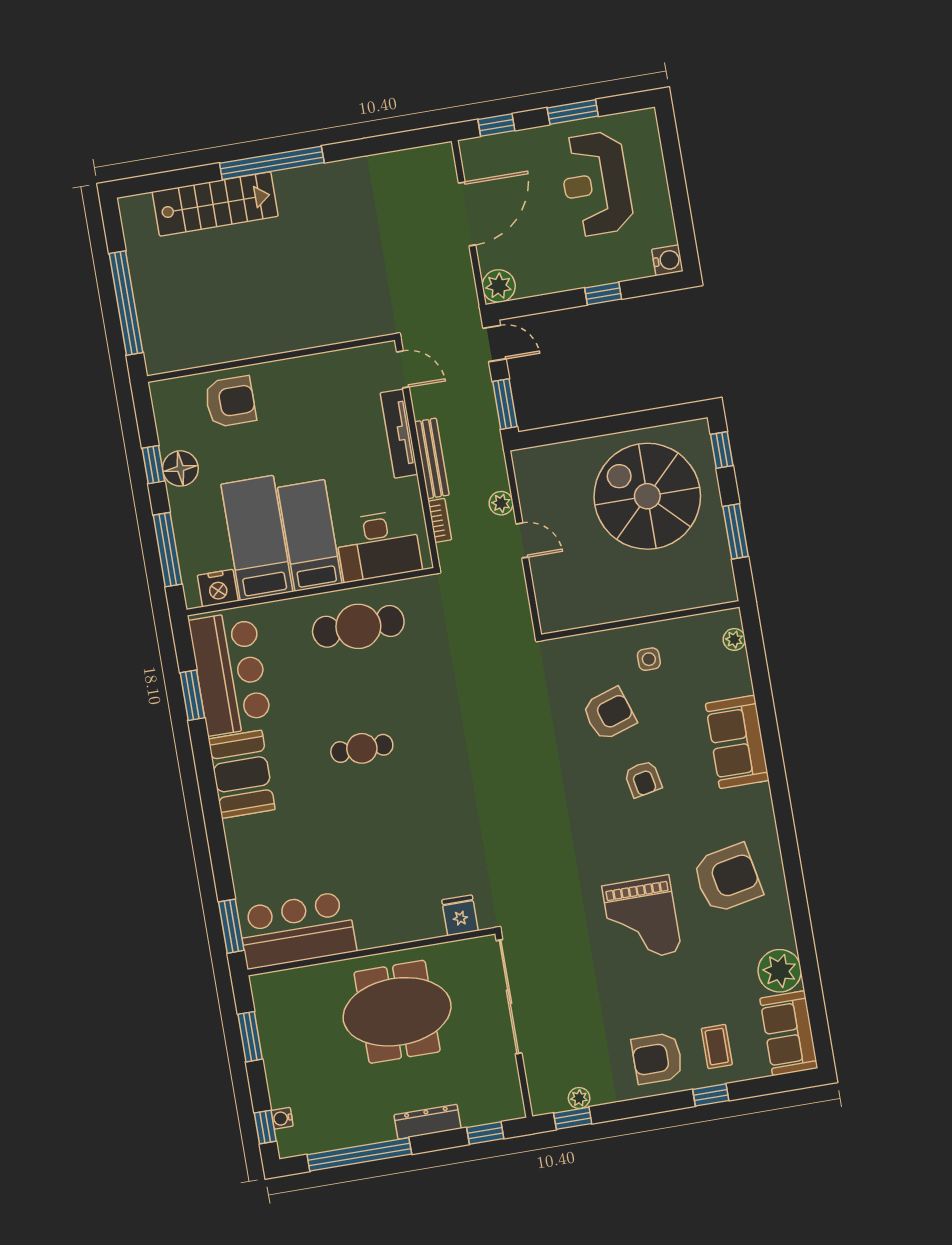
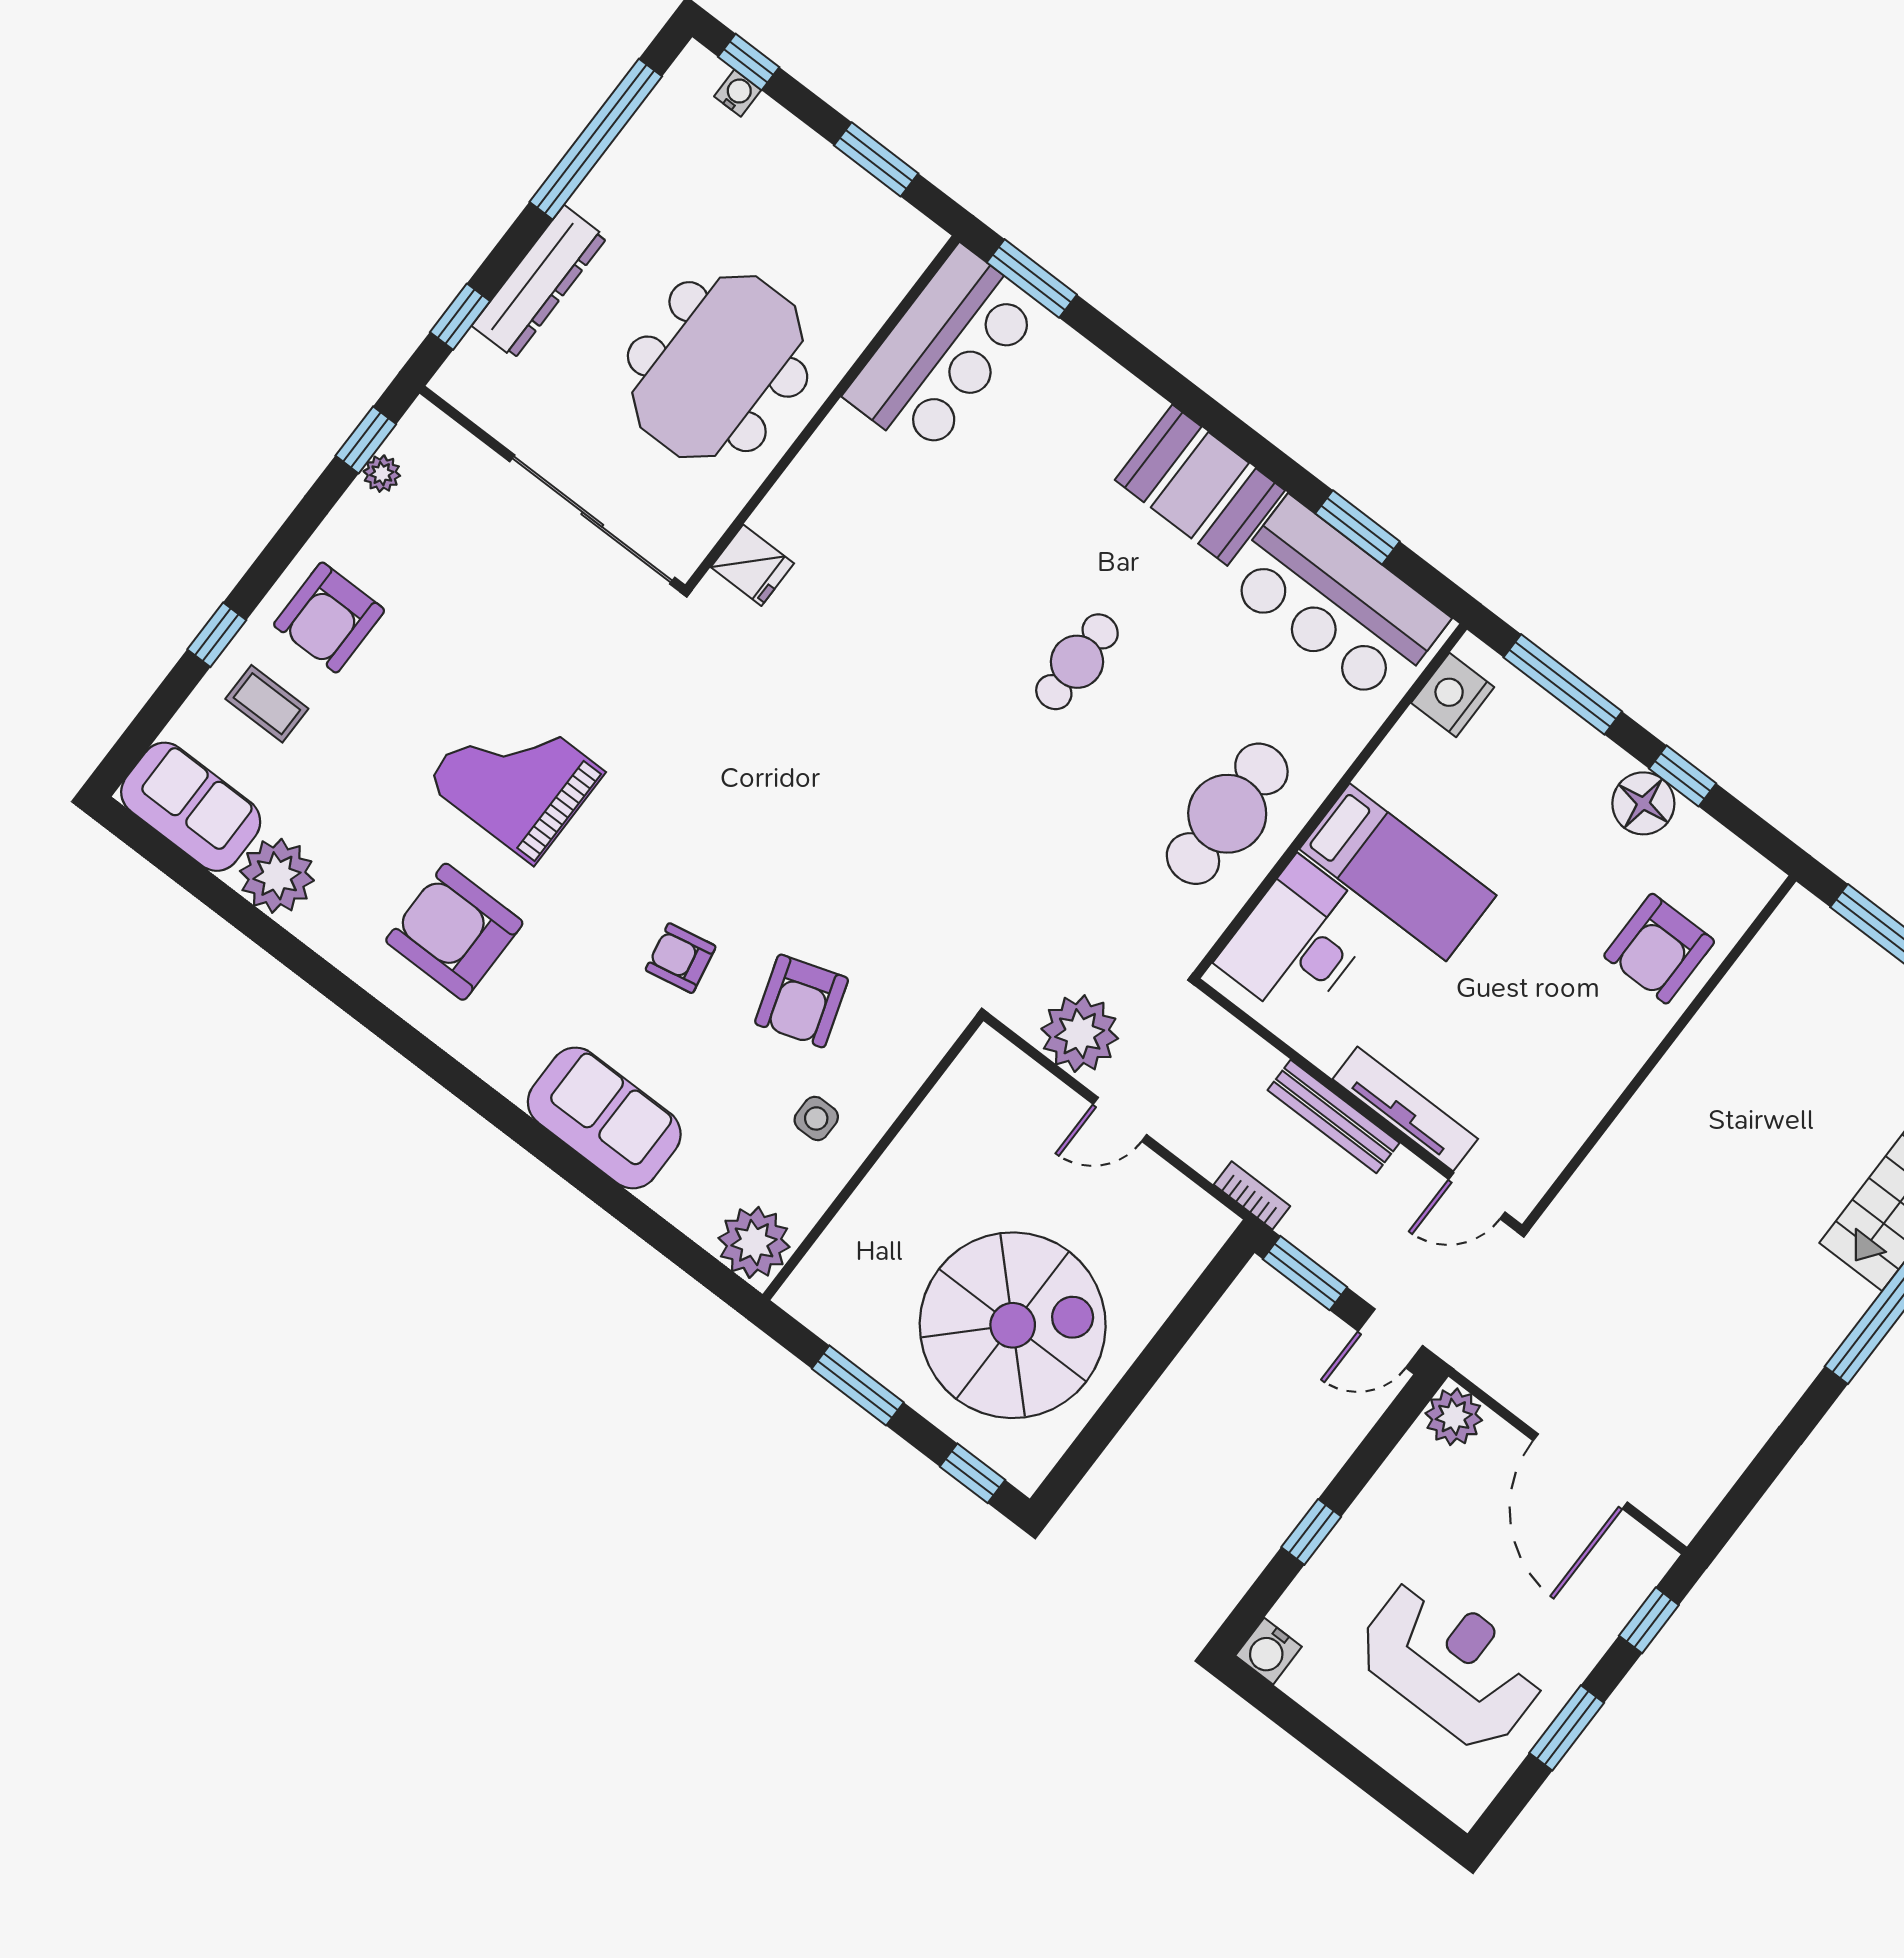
plant: (501, 503) -> (1080, 1034), moved, width x1.88, depth x1.88
bookcase: (440, 520) -> (1252, 1195), moved, turned 180
bed: (257, 538) -> (1463, 806), removed
plant: (734, 639) -> (754, 1242), width x1.87, depth x1.87
armchair: (727, 878) -> (454, 932), turned 101
armchair: (657, 1058) -> (329, 617), turned 180
dresser: (427, 1122) -> (539, 282), width x1.37, depth x1.24

